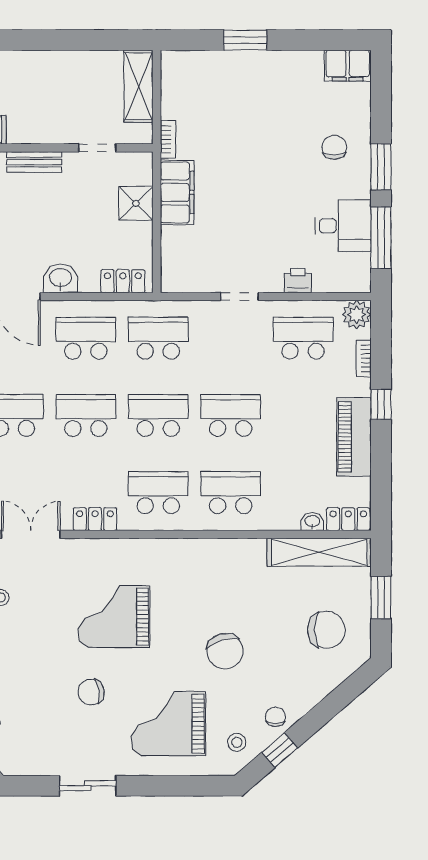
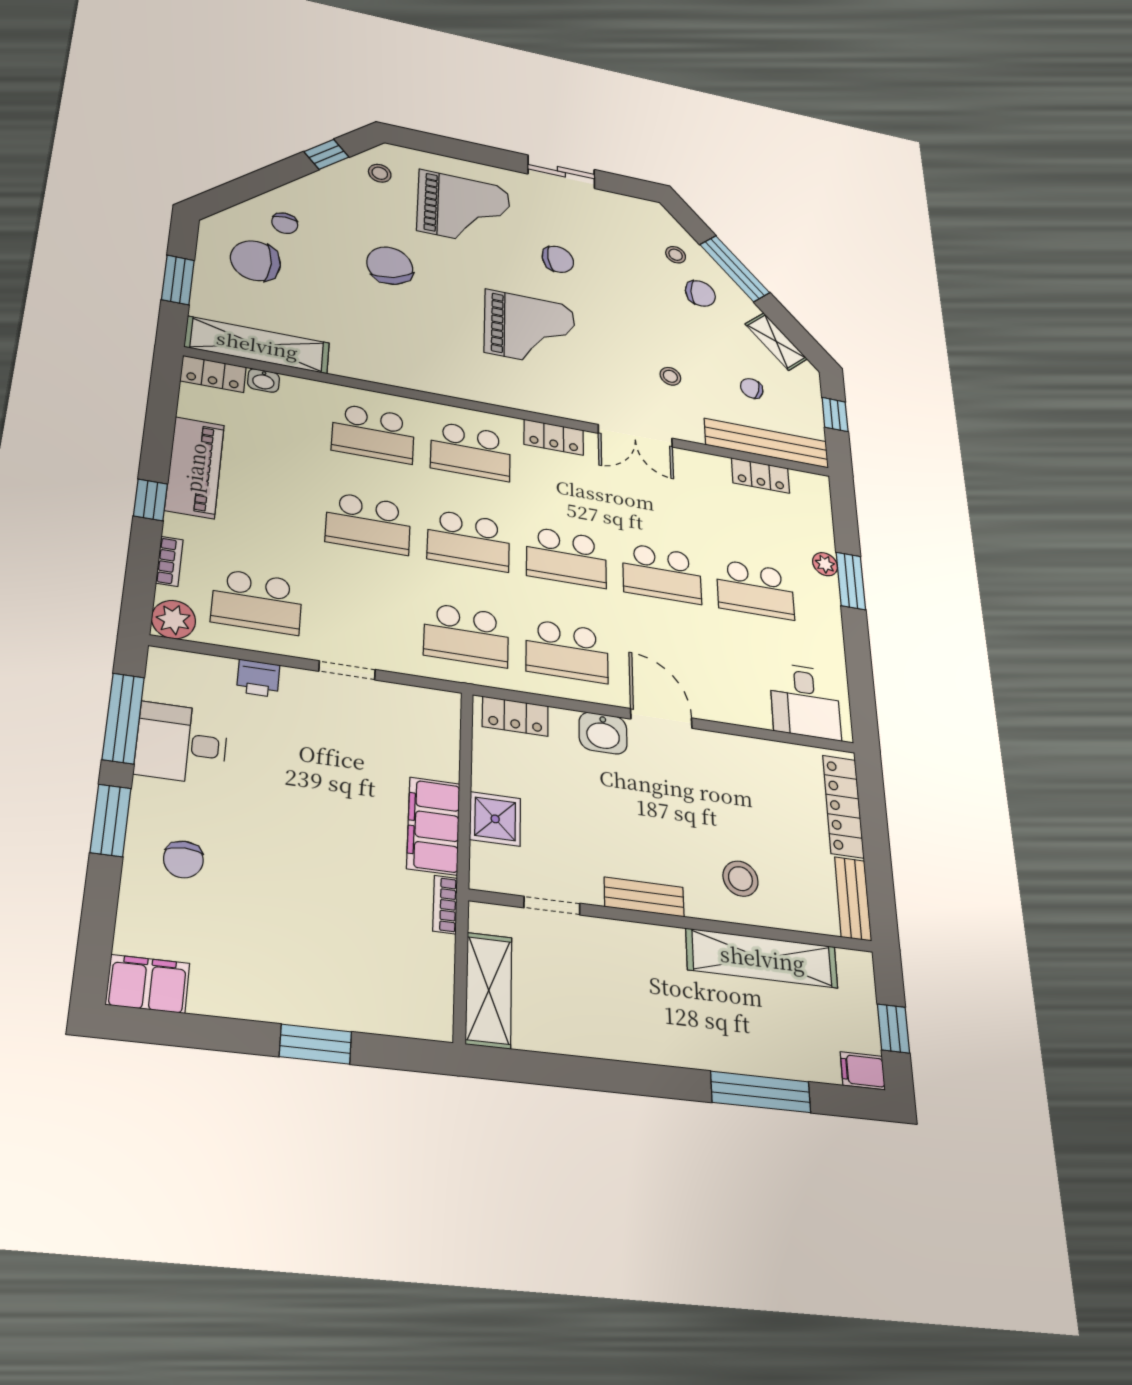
chair: (275, 717) -> (285, 223), moved

